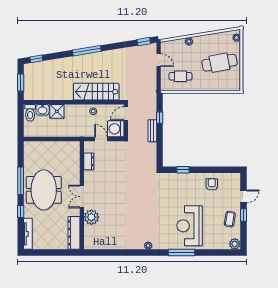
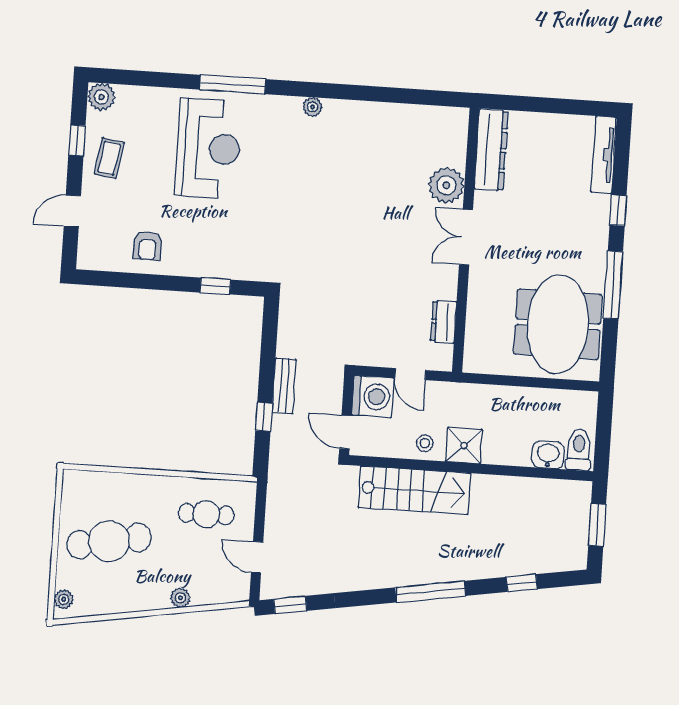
window: (36, 59) -> (522, 583), moved
shower: (57, 111) -> (464, 445), moved
door: (126, 114) -> (345, 432), swing flipped
meeting table: (44, 190) -> (558, 324), moved
double door: (82, 197) -> (466, 237), swing flipped
window: (243, 215) -> (77, 140), moved

